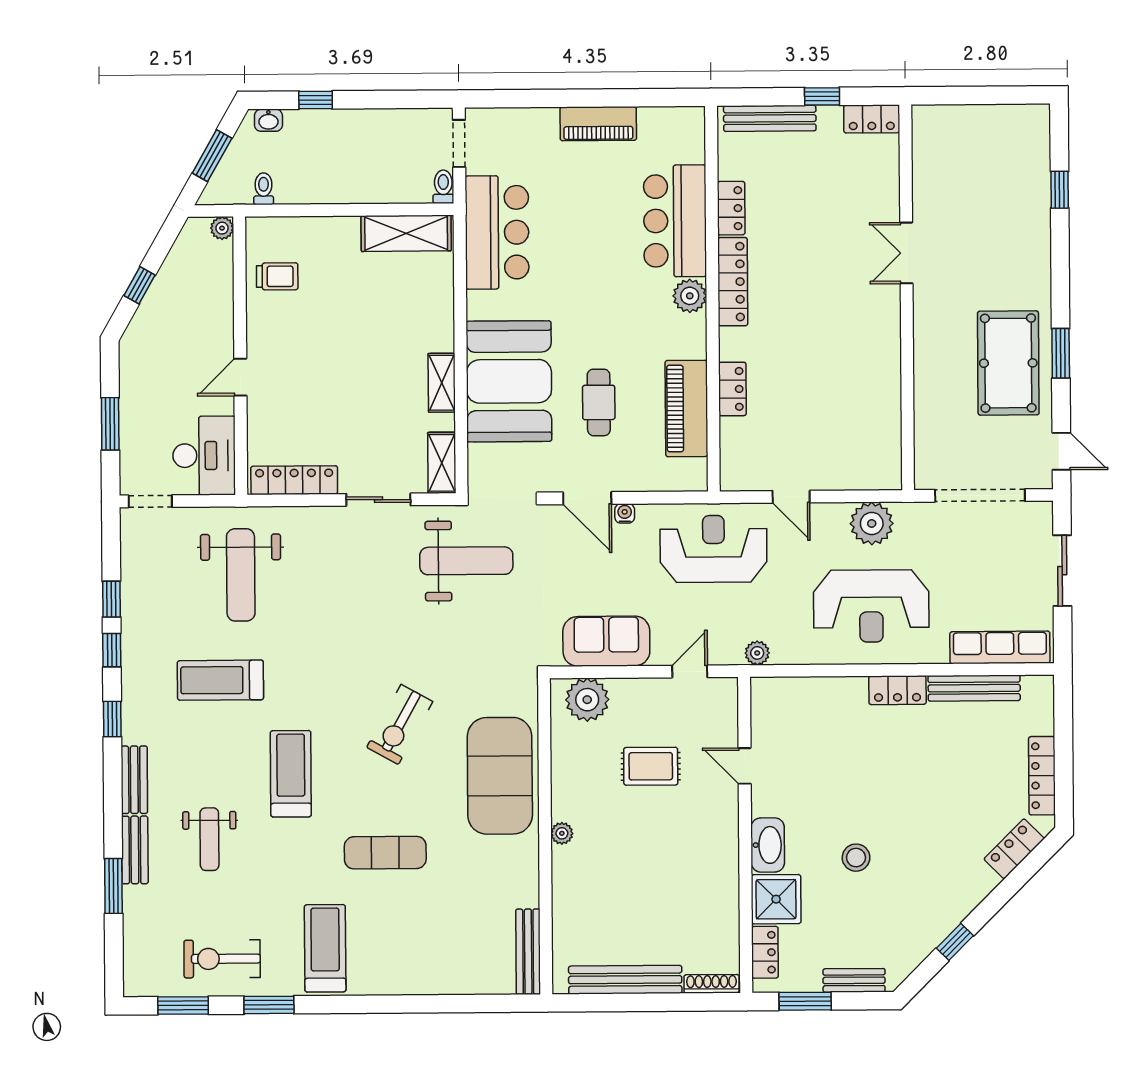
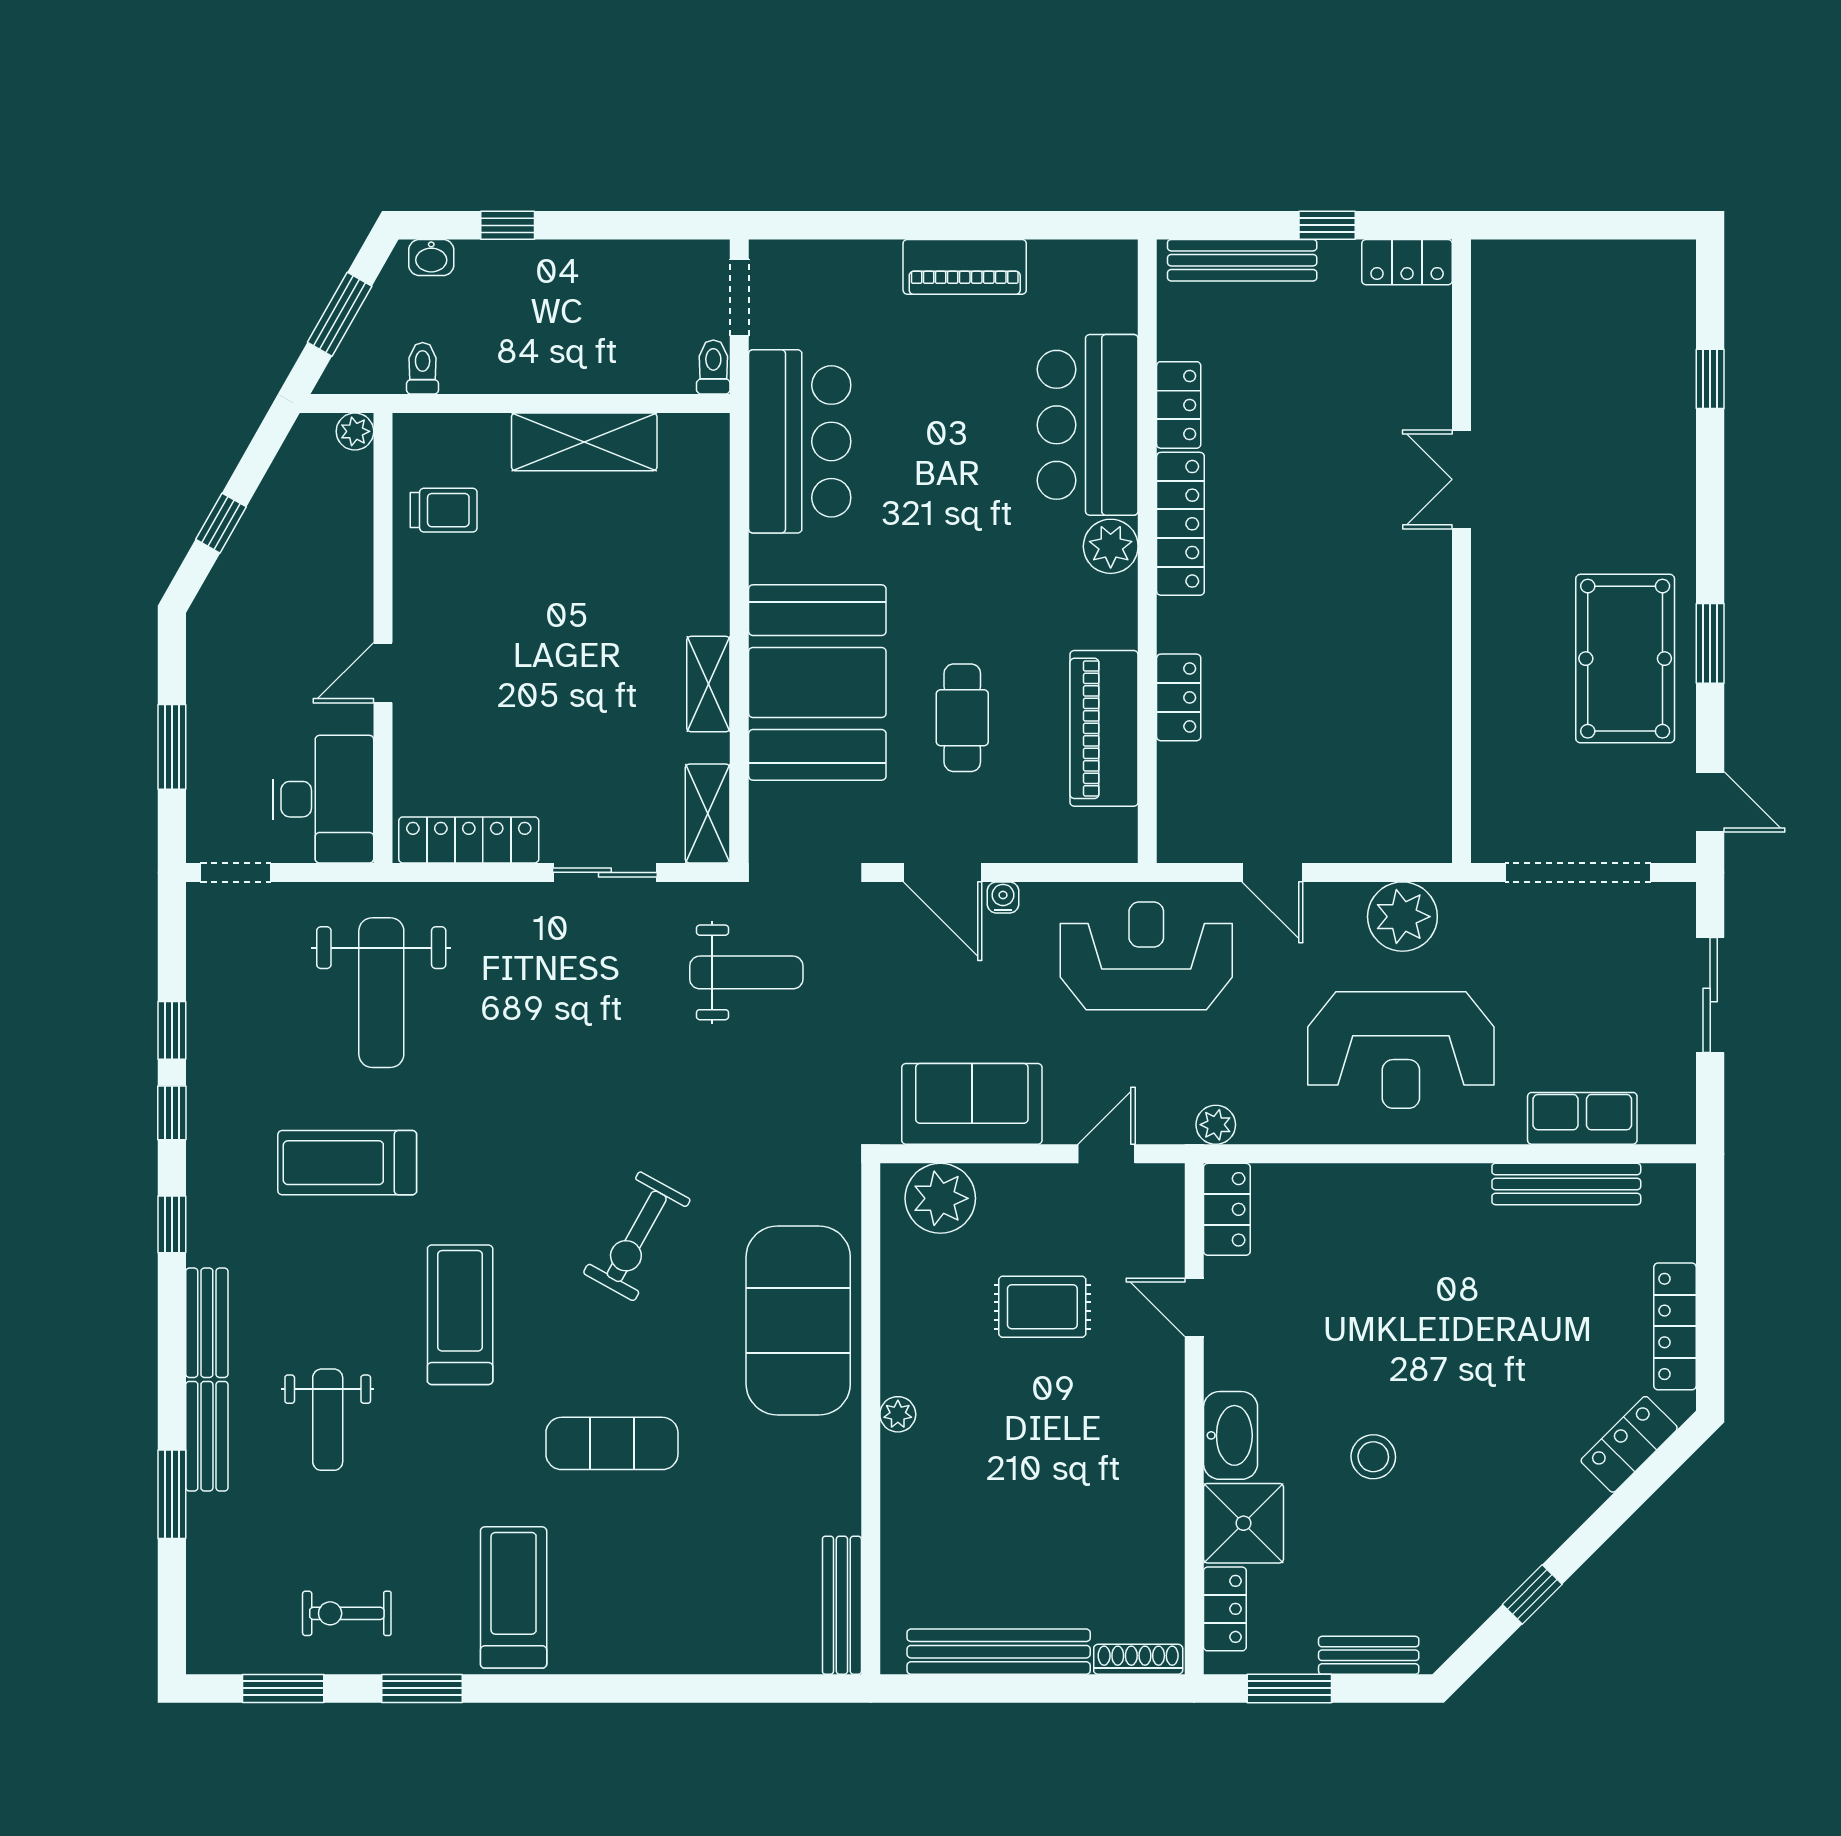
shelving: (406, 233) -> (584, 442), moved
weight bench: (466, 561) -> (746, 972), width x0.73, depth x0.75
row of seats: (1000, 647) -> (1582, 1118), width x0.68
locker: (897, 690) -> (1227, 1209), moved, turned -90
exercise bike: (222, 959) -> (347, 1613), width x0.73, depth x0.72

